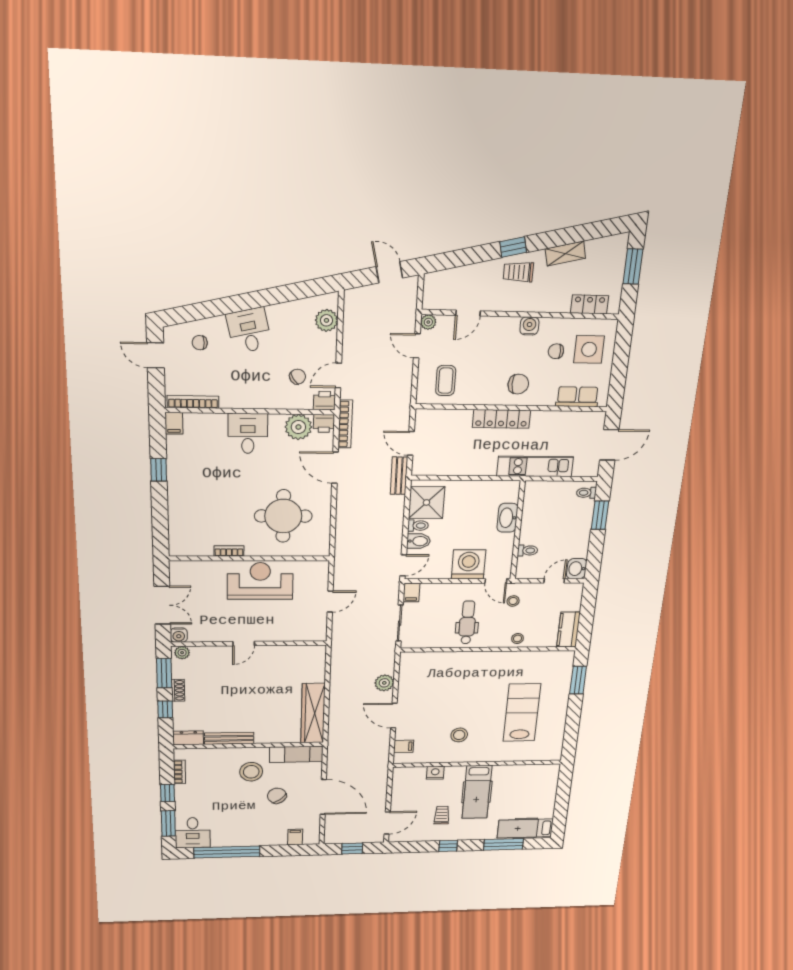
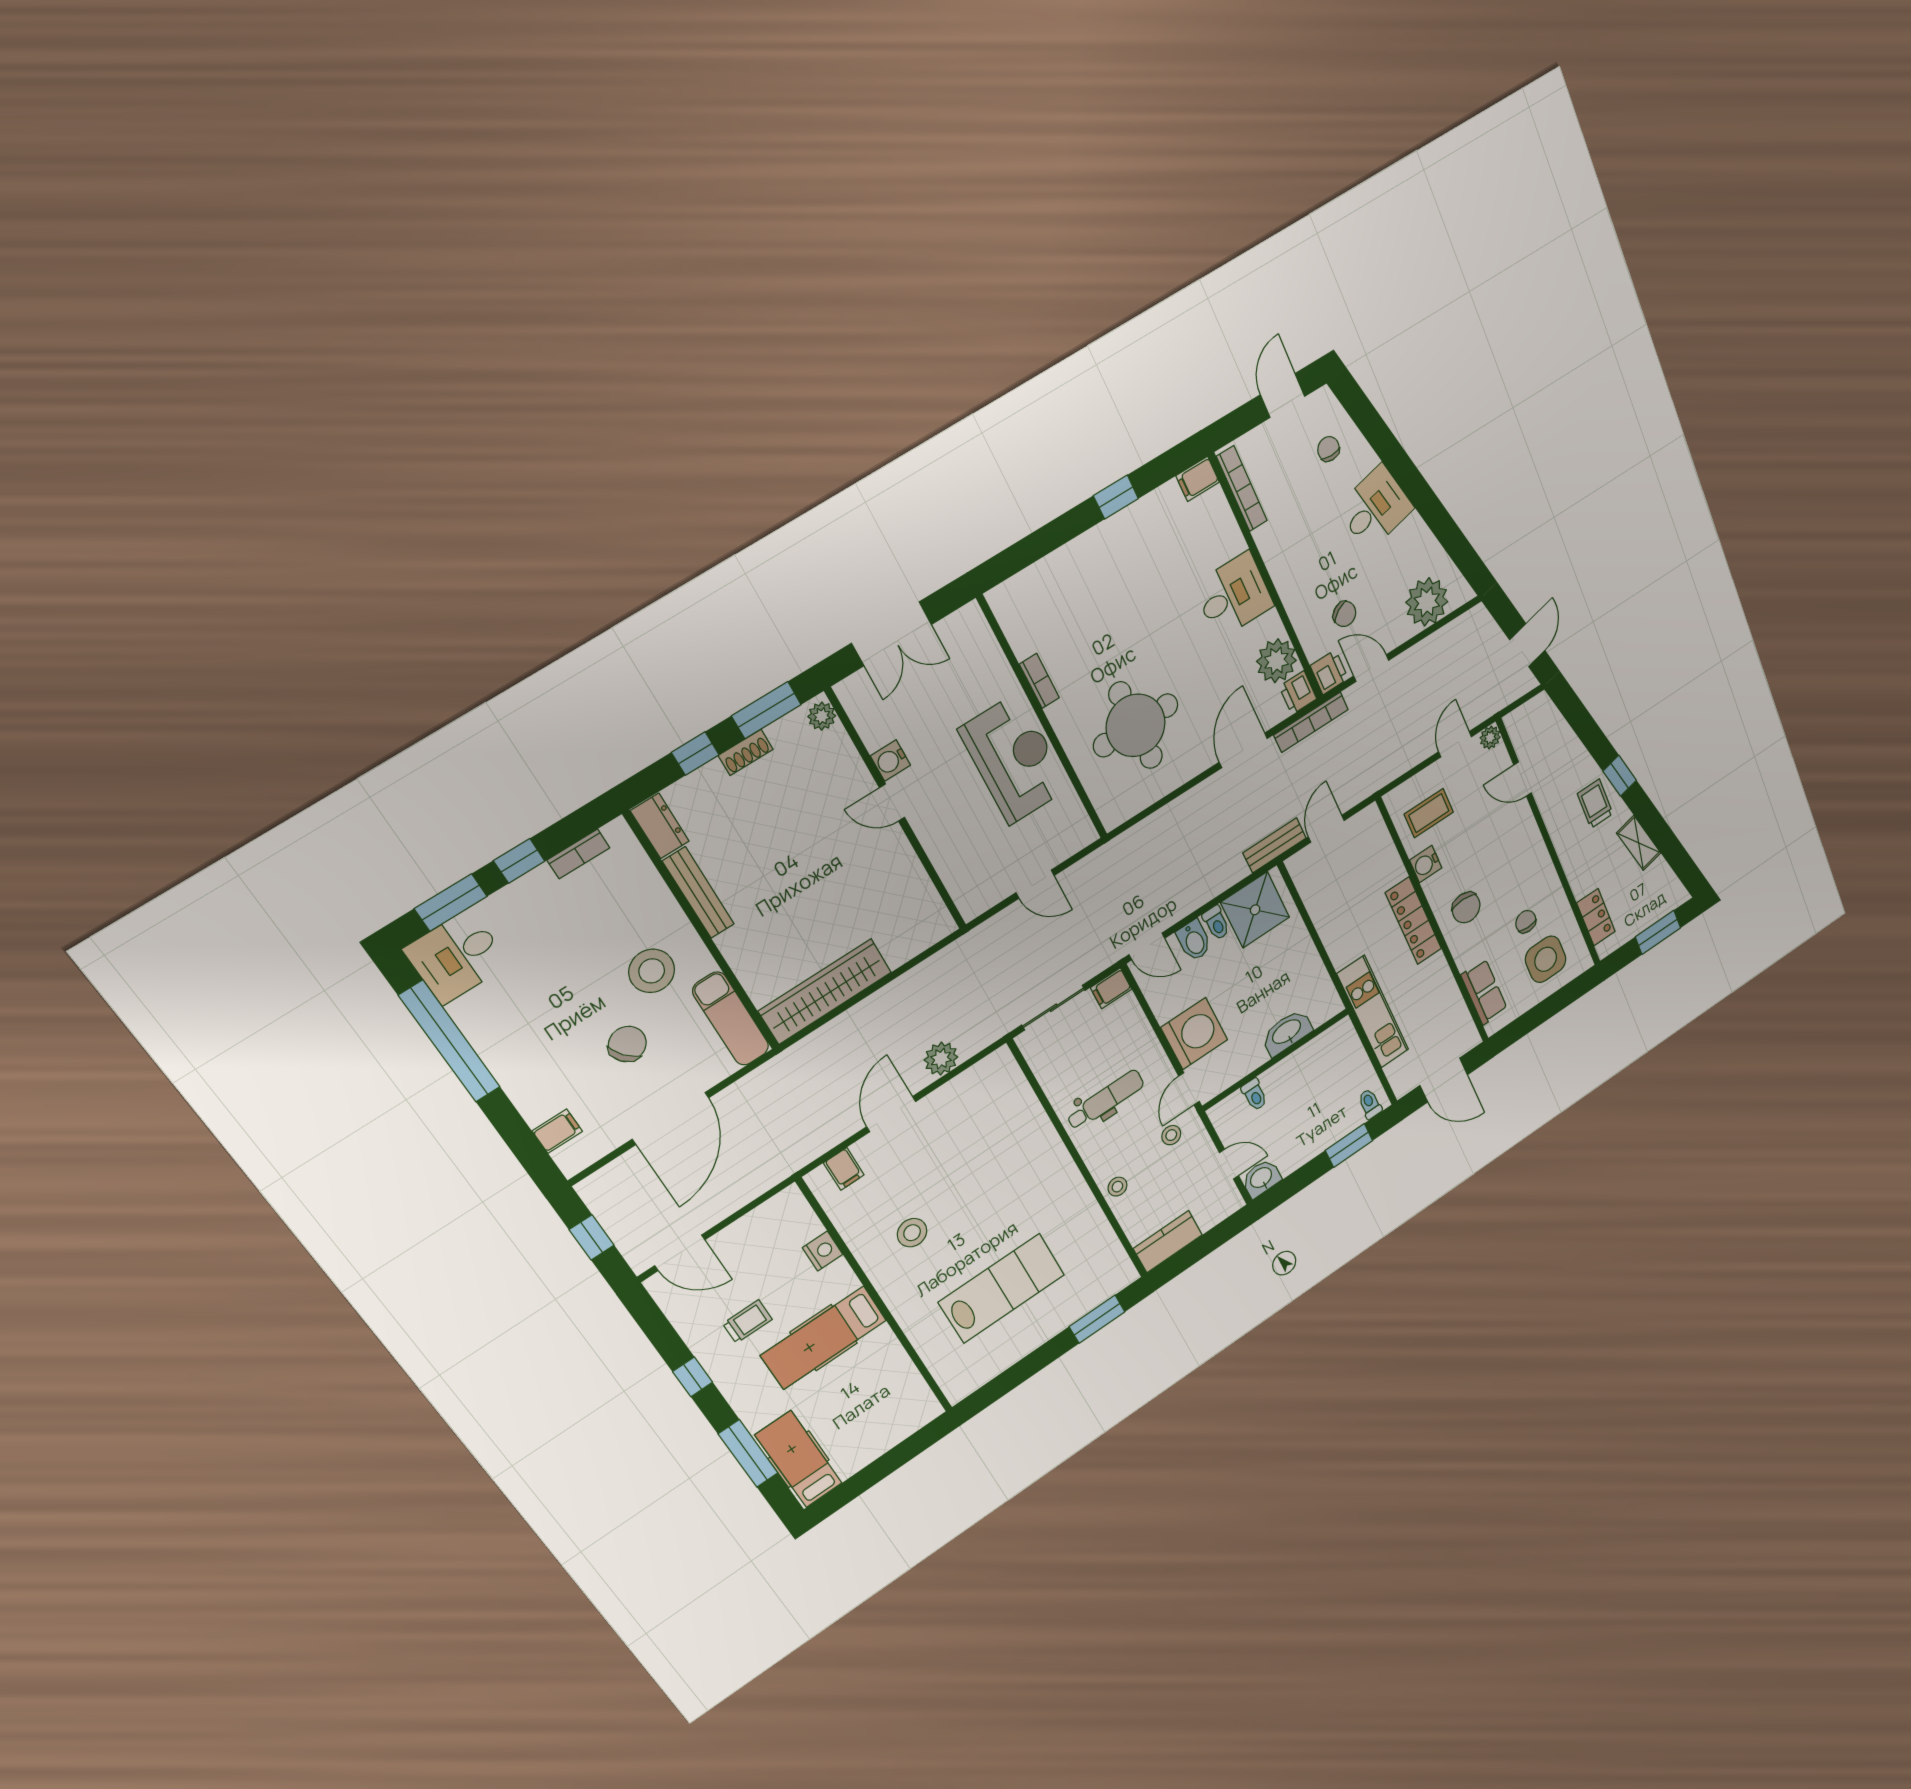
plant: (326, 320) -> (1427, 602), width x1.36, depth x1.36
water cooler: (529, 326) -> (1426, 864), moved, turned 180
water cooler: (179, 635) -> (890, 760), moved

